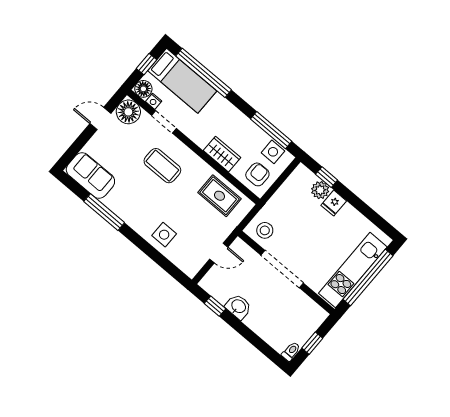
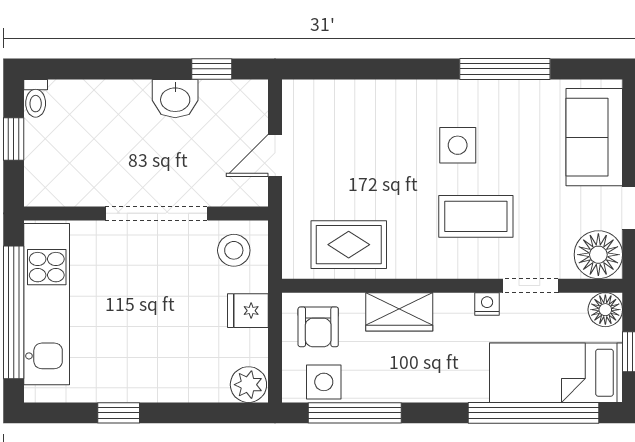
nightstand: (154, 101) -> (487, 304), moved
sofa: (90, 175) -> (594, 137), moved, turned 90
window: (327, 177) -> (119, 413), moved
plant: (320, 190) -> (248, 385), moved
fridge: (334, 203) -> (248, 311), moved, turned -90
side table: (164, 235) -> (458, 145), moved

